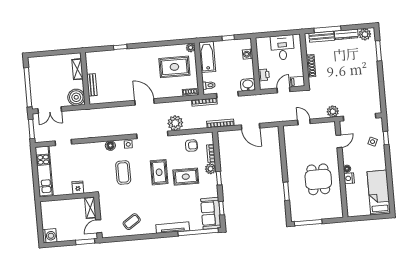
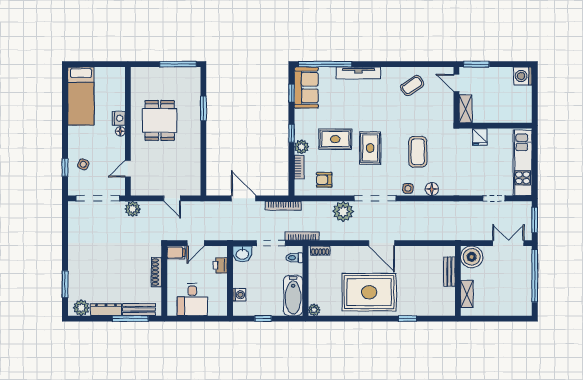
rug: (174, 67) -> (369, 292), moved, width x1.37, depth x1.44
door: (99, 226) -> (456, 83), swing flipped

